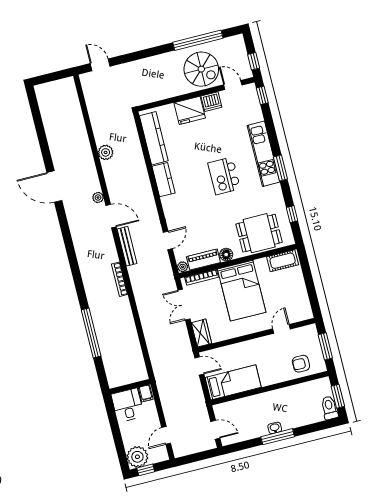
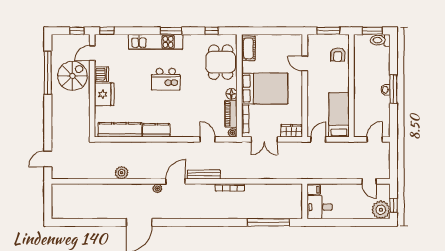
wall: (130, 387) -> (305, 201), moved
filing cabinet: (146, 393) -> (314, 190), moved
desk: (128, 405) -> (320, 207), moved

